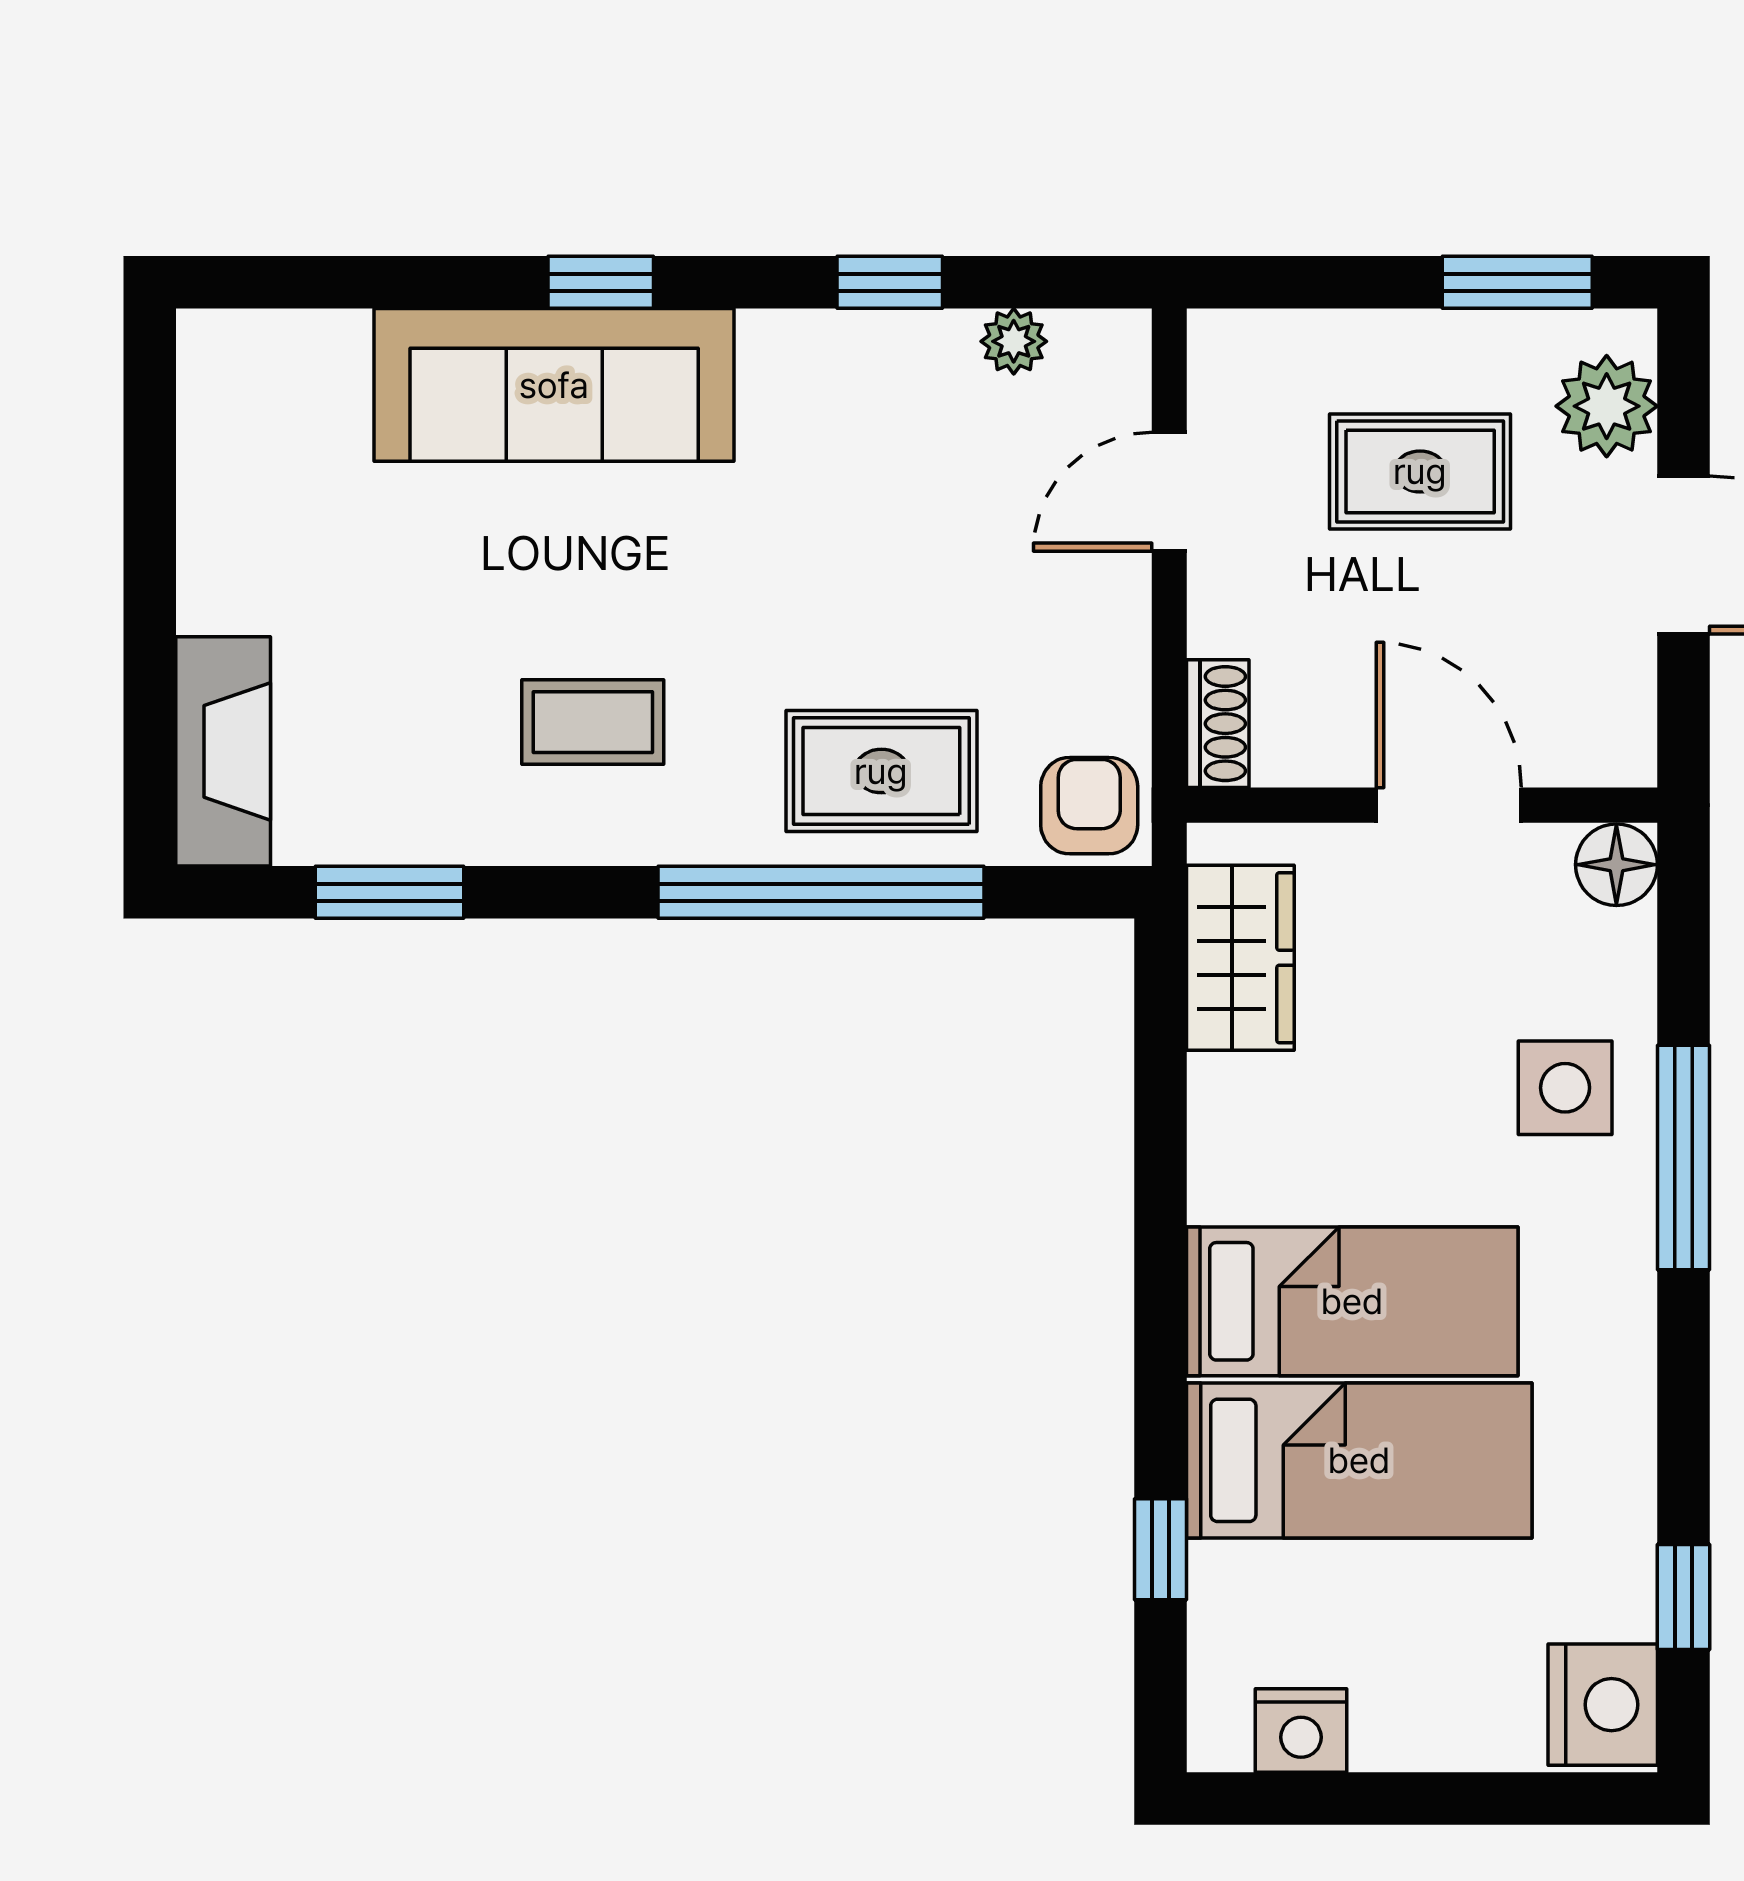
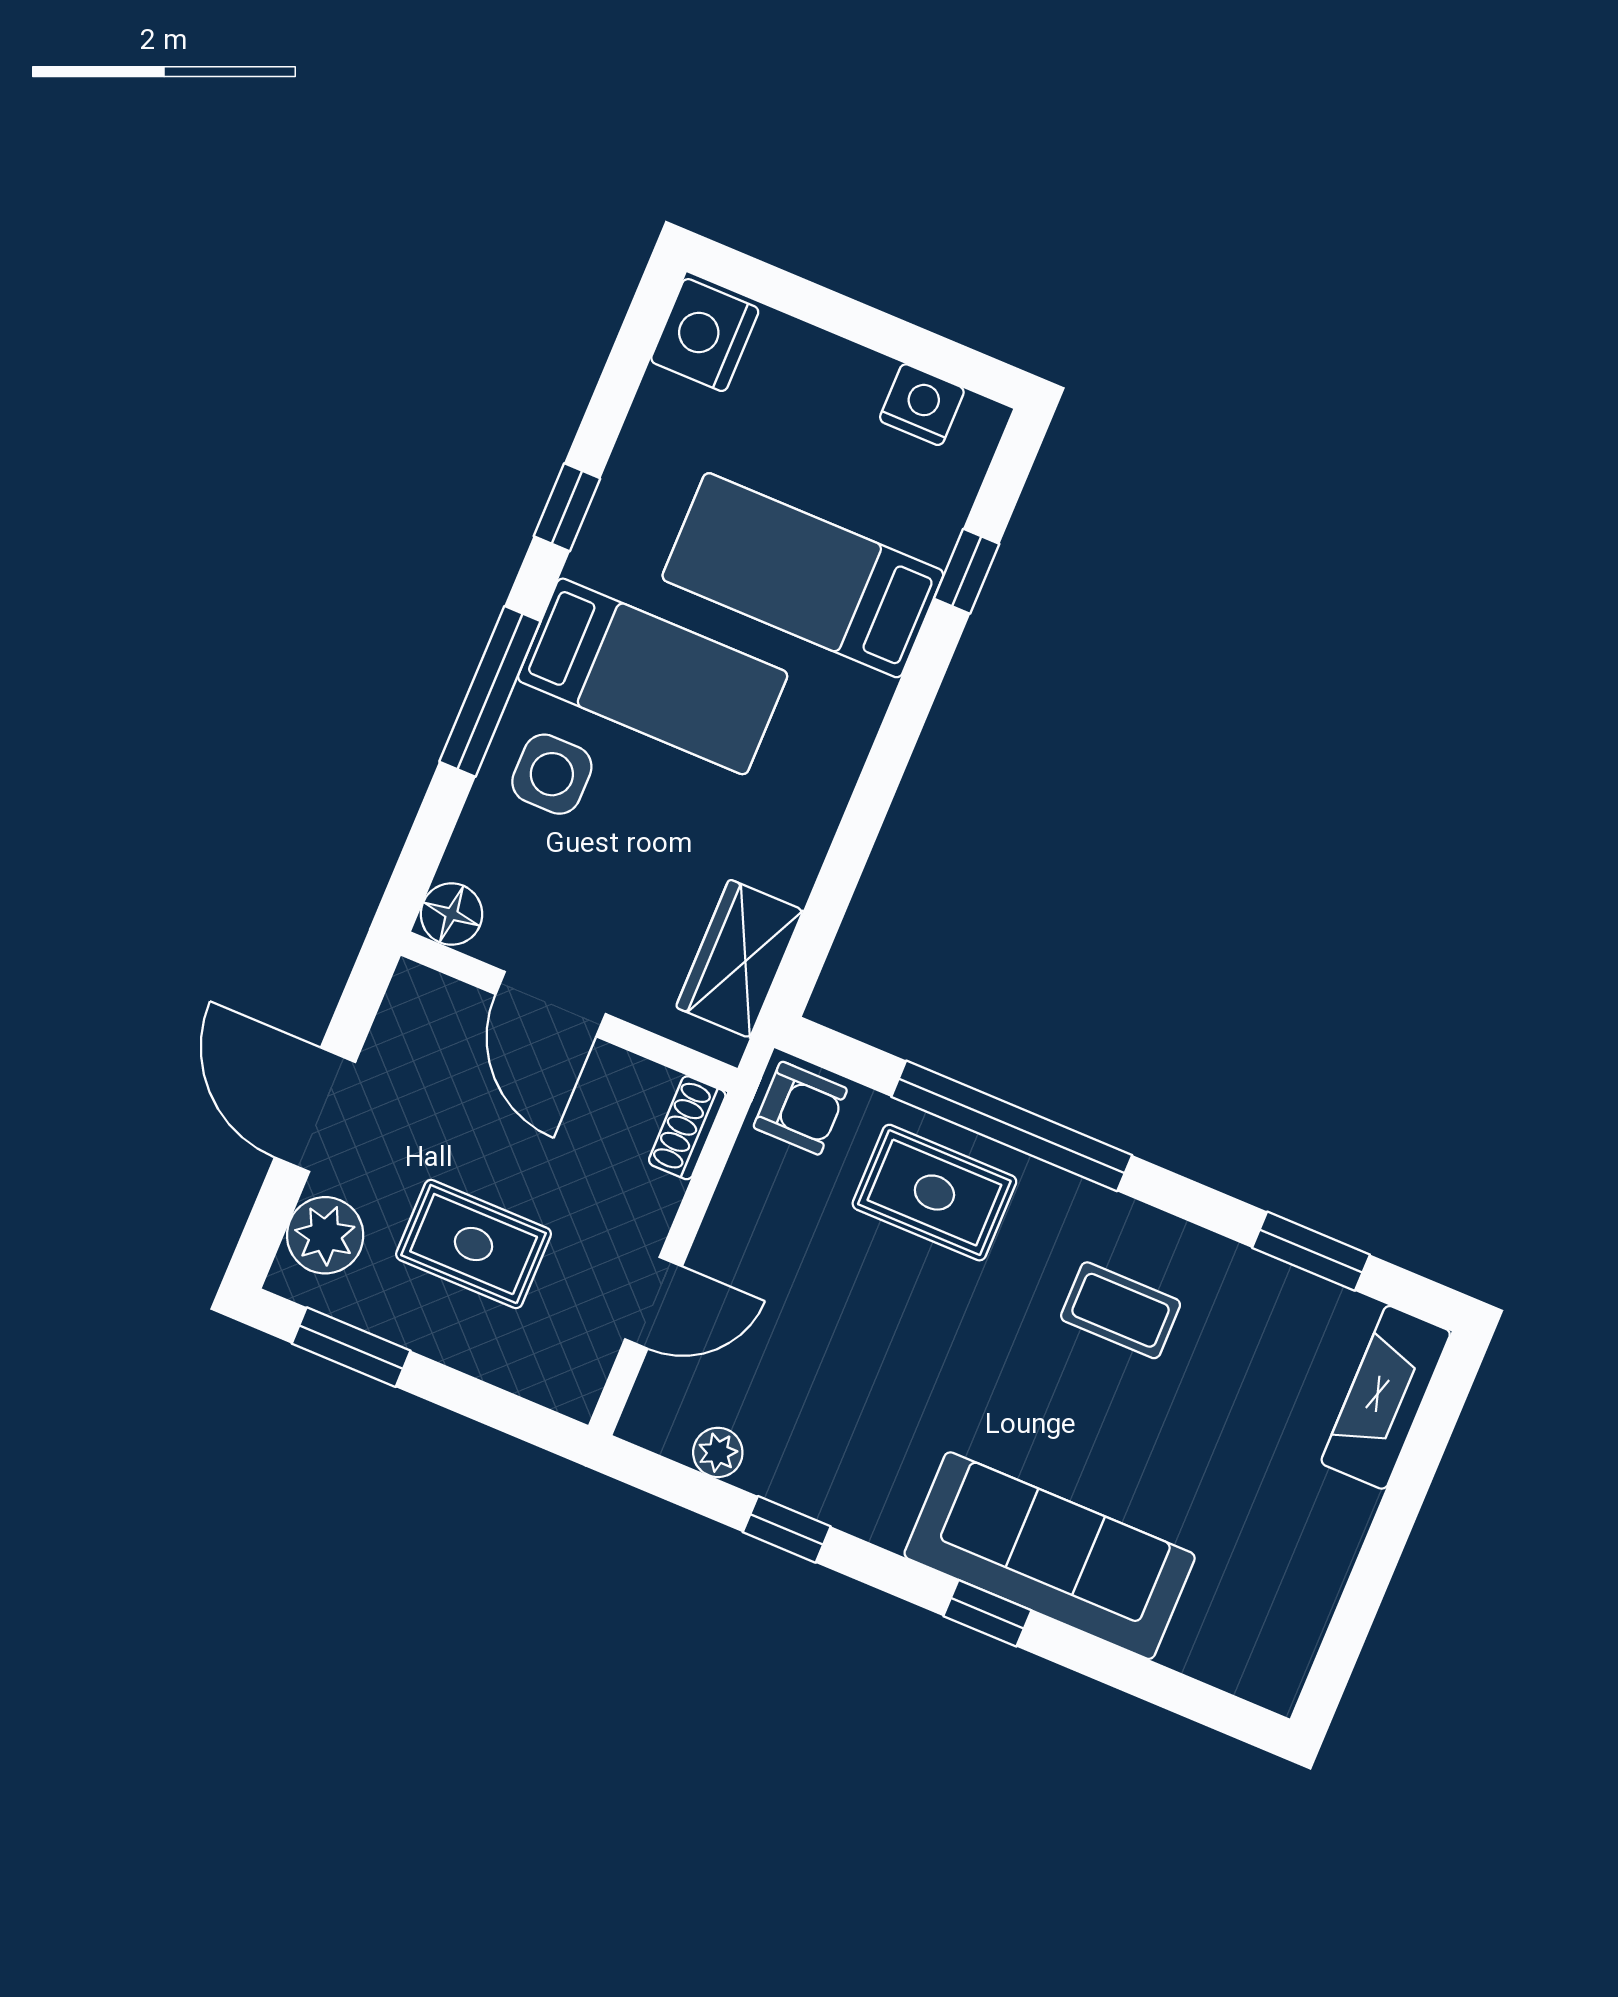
armchair: (1089, 806) -> (800, 1108), turned -90
bed: (1352, 1301) -> (653, 676), moved, turned 180
window: (1683, 1597) -> (567, 507), moved

